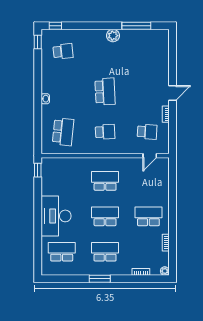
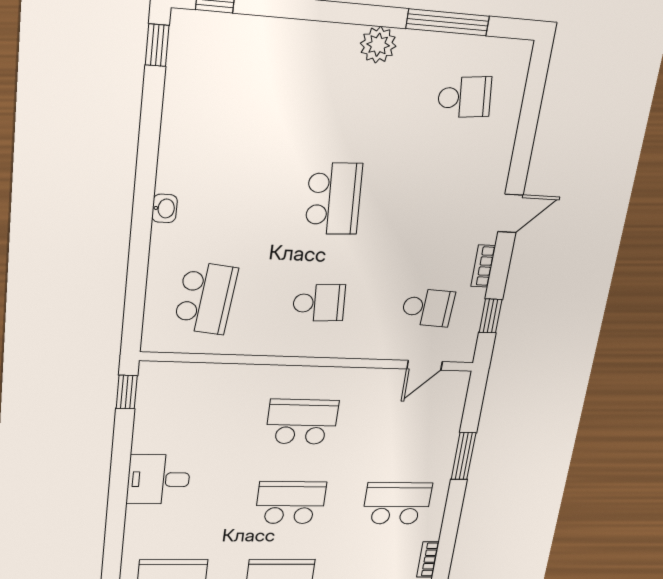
school desk: (63, 51) -> (464, 97), moved
window: (172, 134) -> (491, 316), added
window: (172, 195) -> (463, 456), added
desk: (56, 216) -> (159, 479), width x0.53, depth x0.77

